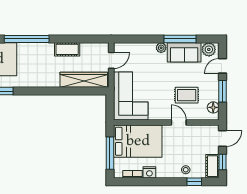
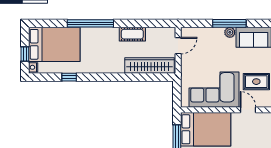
window: (180, 39) -> (229, 23), moved
corner sofa: (131, 96) -> (214, 90), moved, turned -90

